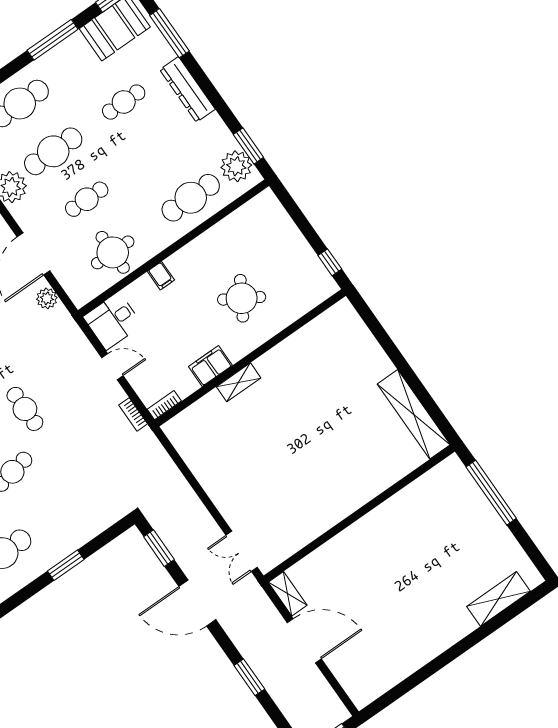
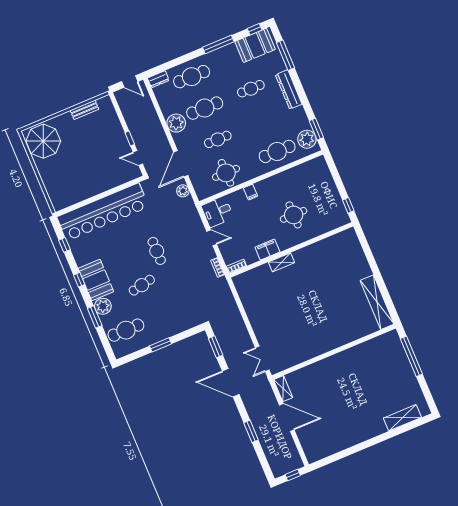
round table: (242, 298) -> (294, 215), turned -31

